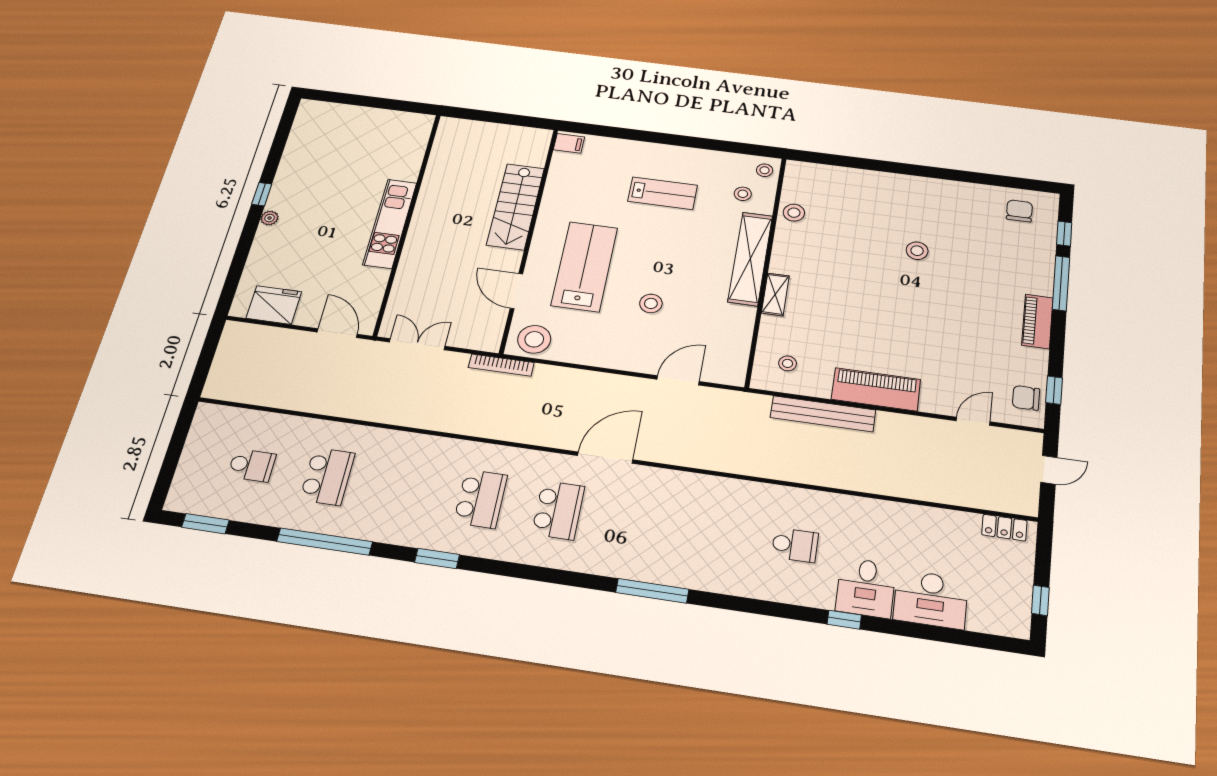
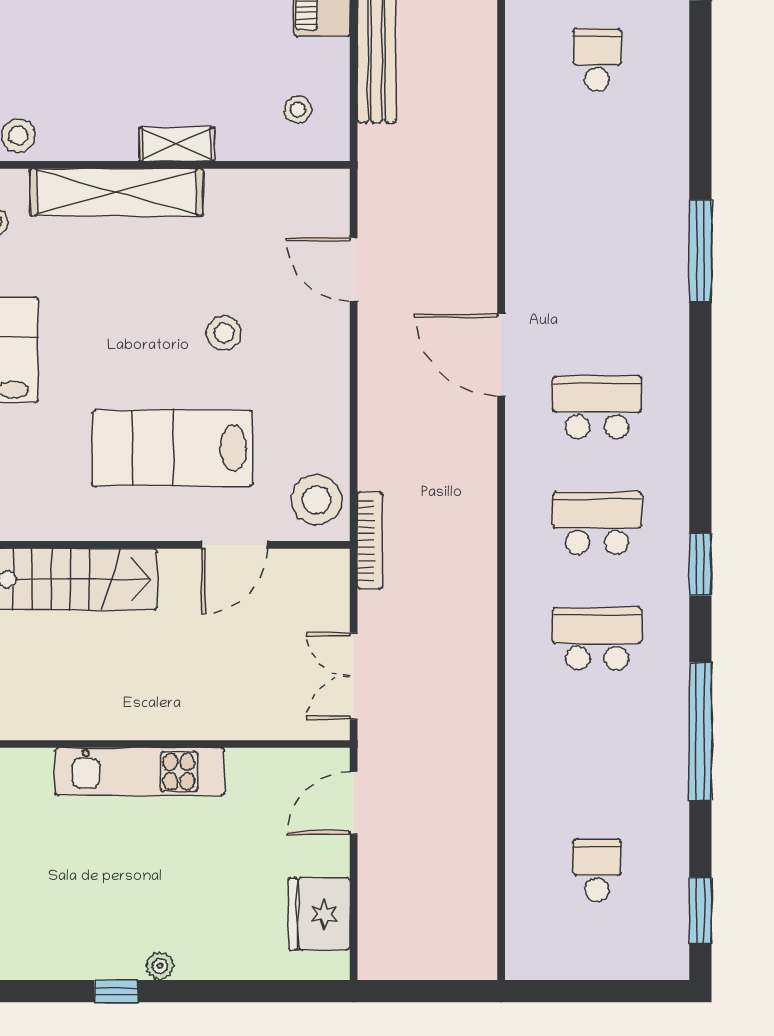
school desk: (327, 476) -> (597, 639), moved

